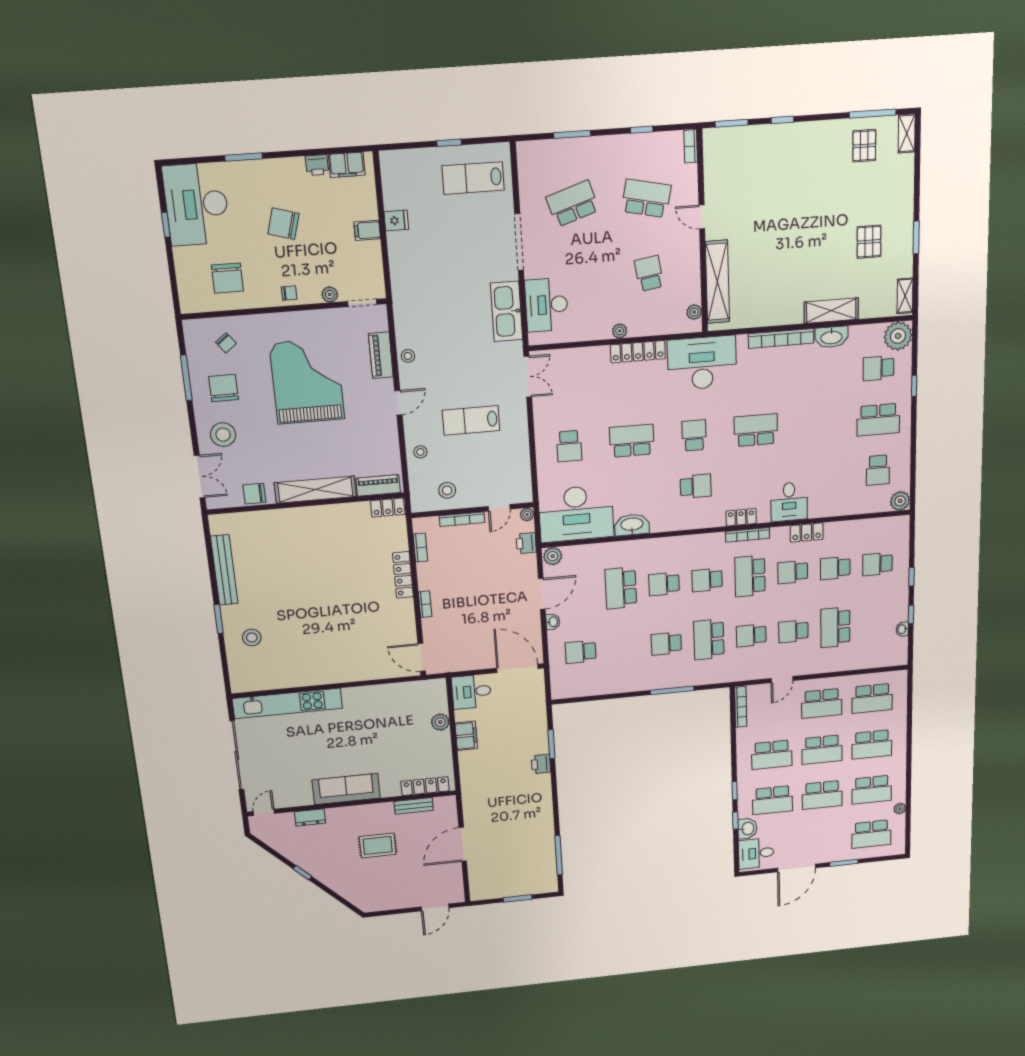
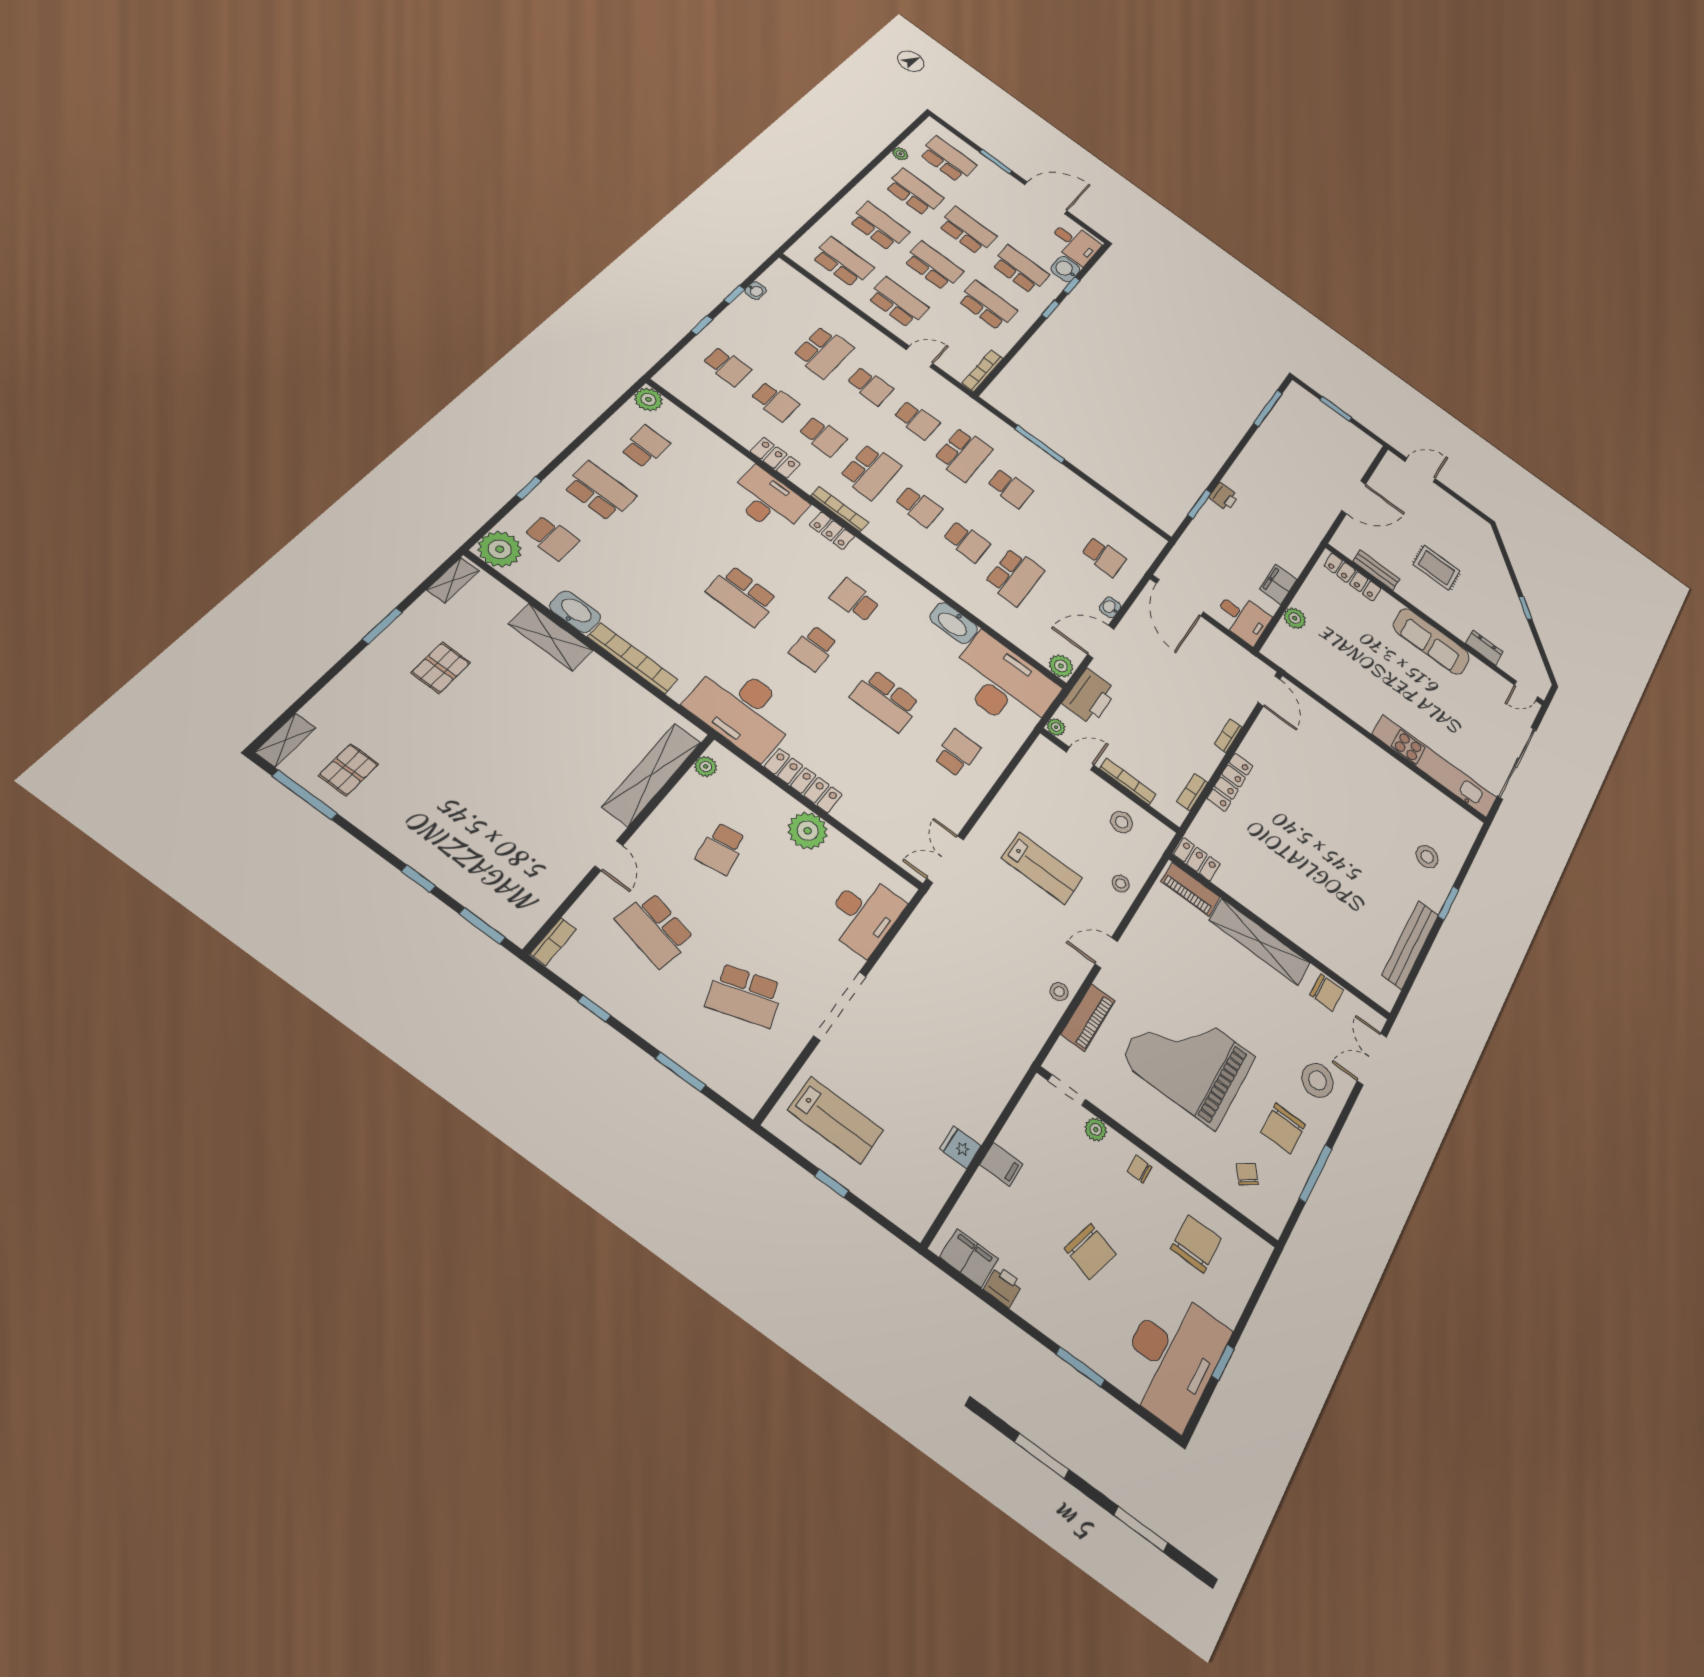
kitchen sink: (507, 311) -> (914, 945), removed
plant: (620, 331) -> (808, 831), width x1.88, depth x1.88
grand piano: (307, 381) -> (1188, 1059), turned 90
desk: (789, 502) -> (768, 501), width x1.37
printer: (526, 543) -> (1090, 697), width x1.87, depth x1.48

